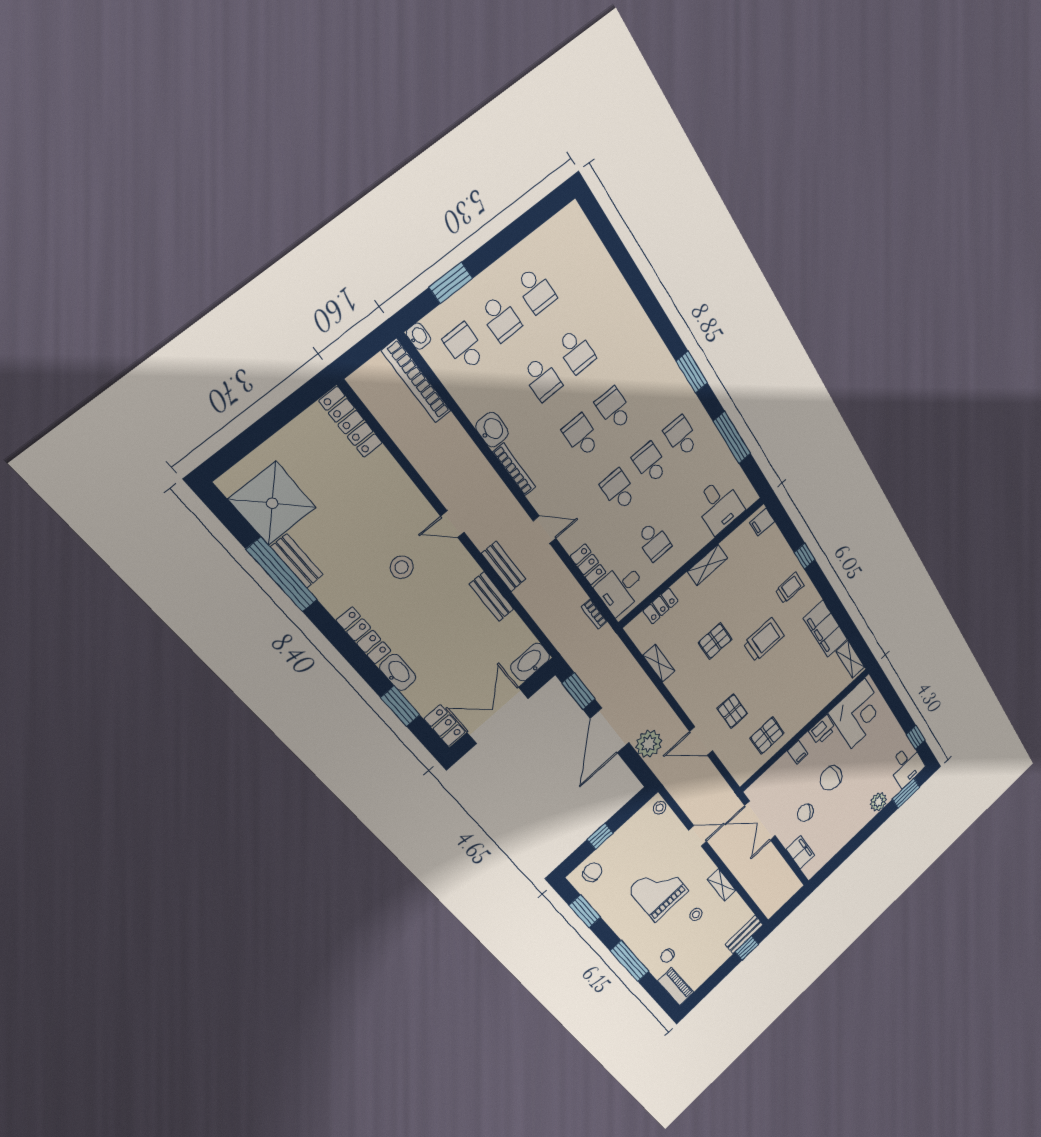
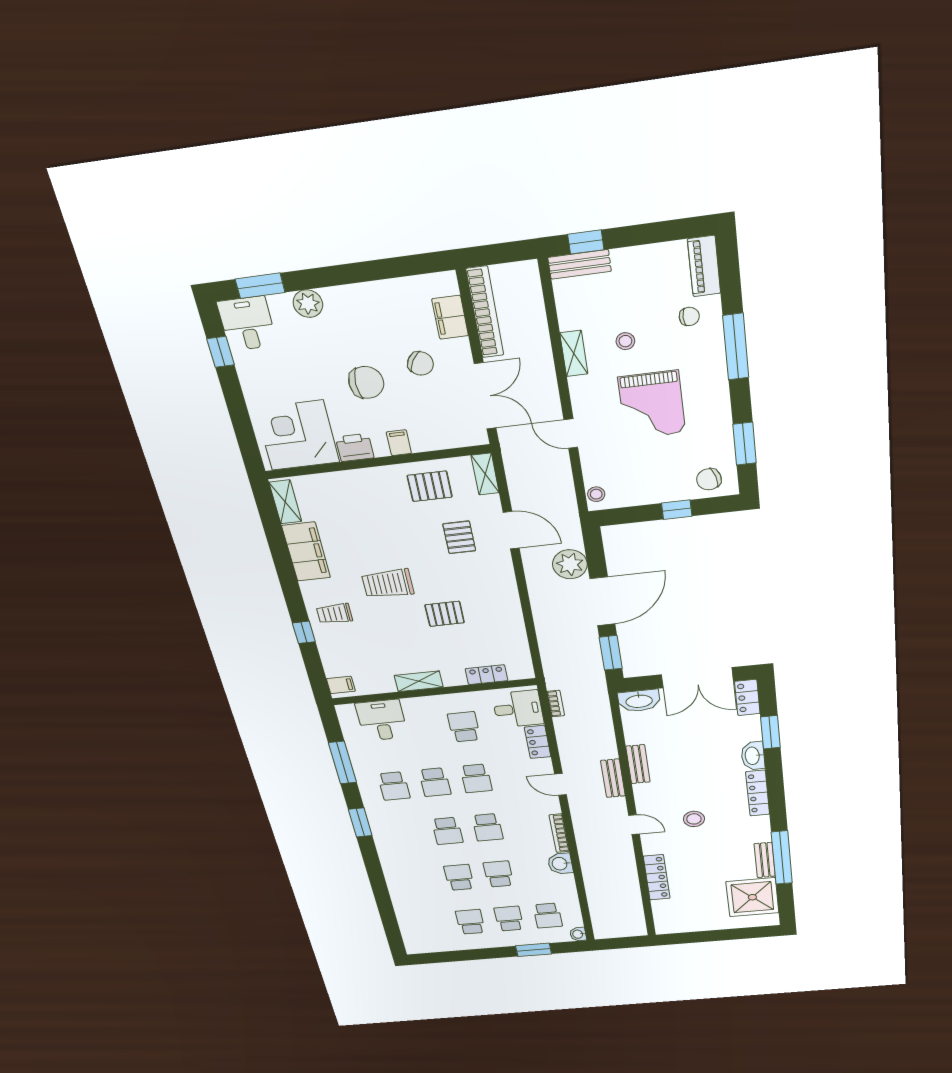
bookcase: (416, 381) -> (485, 312), moved
locker: (351, 422) -> (657, 877), moved
shelving: (659, 663) -> (485, 474), moved

